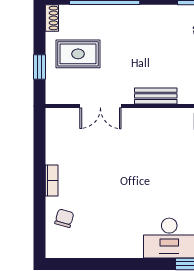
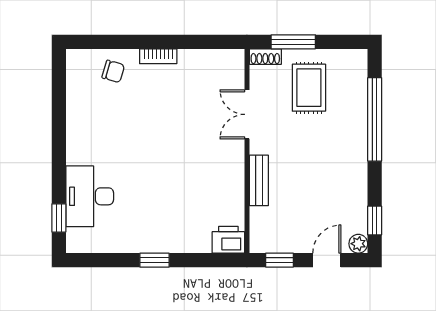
shoe rack: (52, 18) -> (265, 57), moved
window: (39, 67) -> (293, 42), width x1.50

